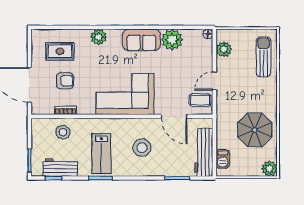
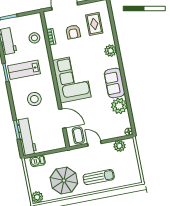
sun lounger: (263, 57) -> (99, 177), moved
door: (174, 116) -> (62, 119), swing flipped
workbench: (204, 152) -> (26, 137), moved, turned 90

